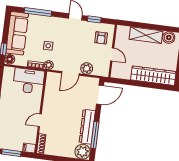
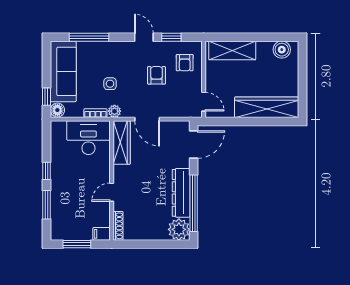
shelving: (146, 35) -> (232, 50), moved
armchair: (81, 44) -> (156, 75), added
door: (112, 54) -> (204, 102), moved
plant: (87, 68) -> (170, 109), removed
door: (70, 73) -> (147, 119), hinge flipped
wardrobe: (51, 87) -> (122, 143), added
window: (95, 135) -> (194, 203), width x1.46

